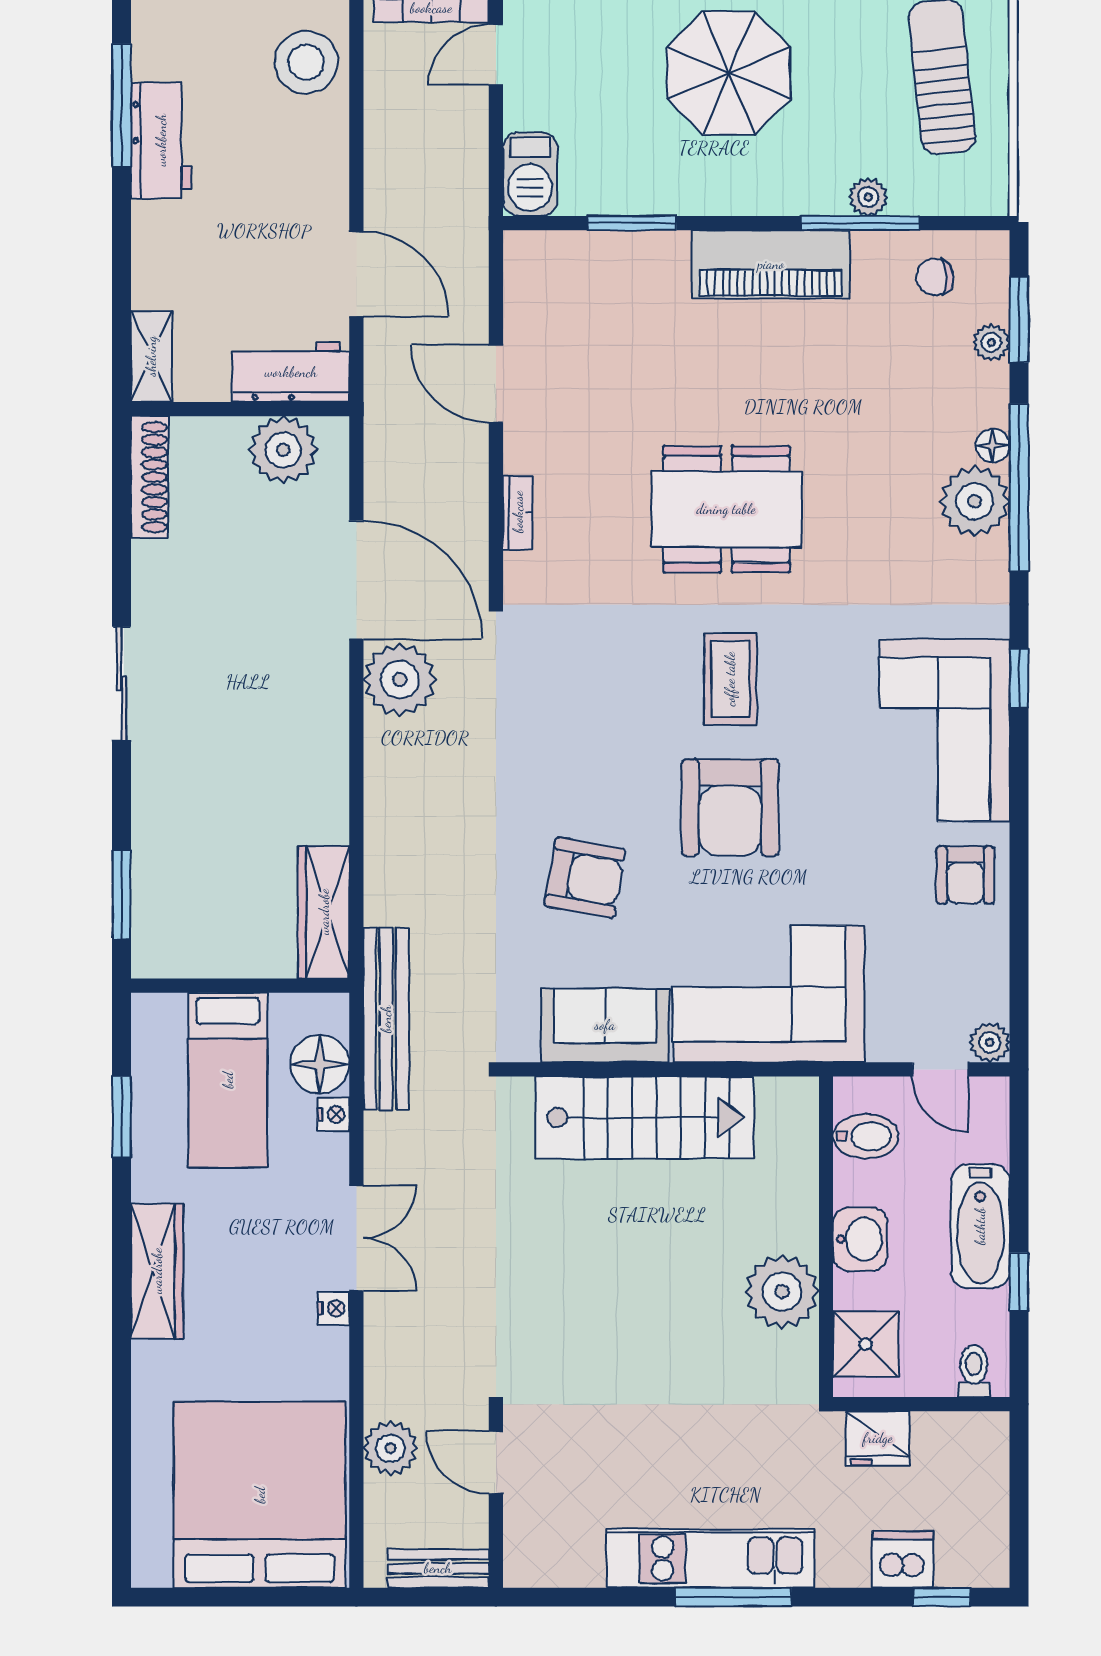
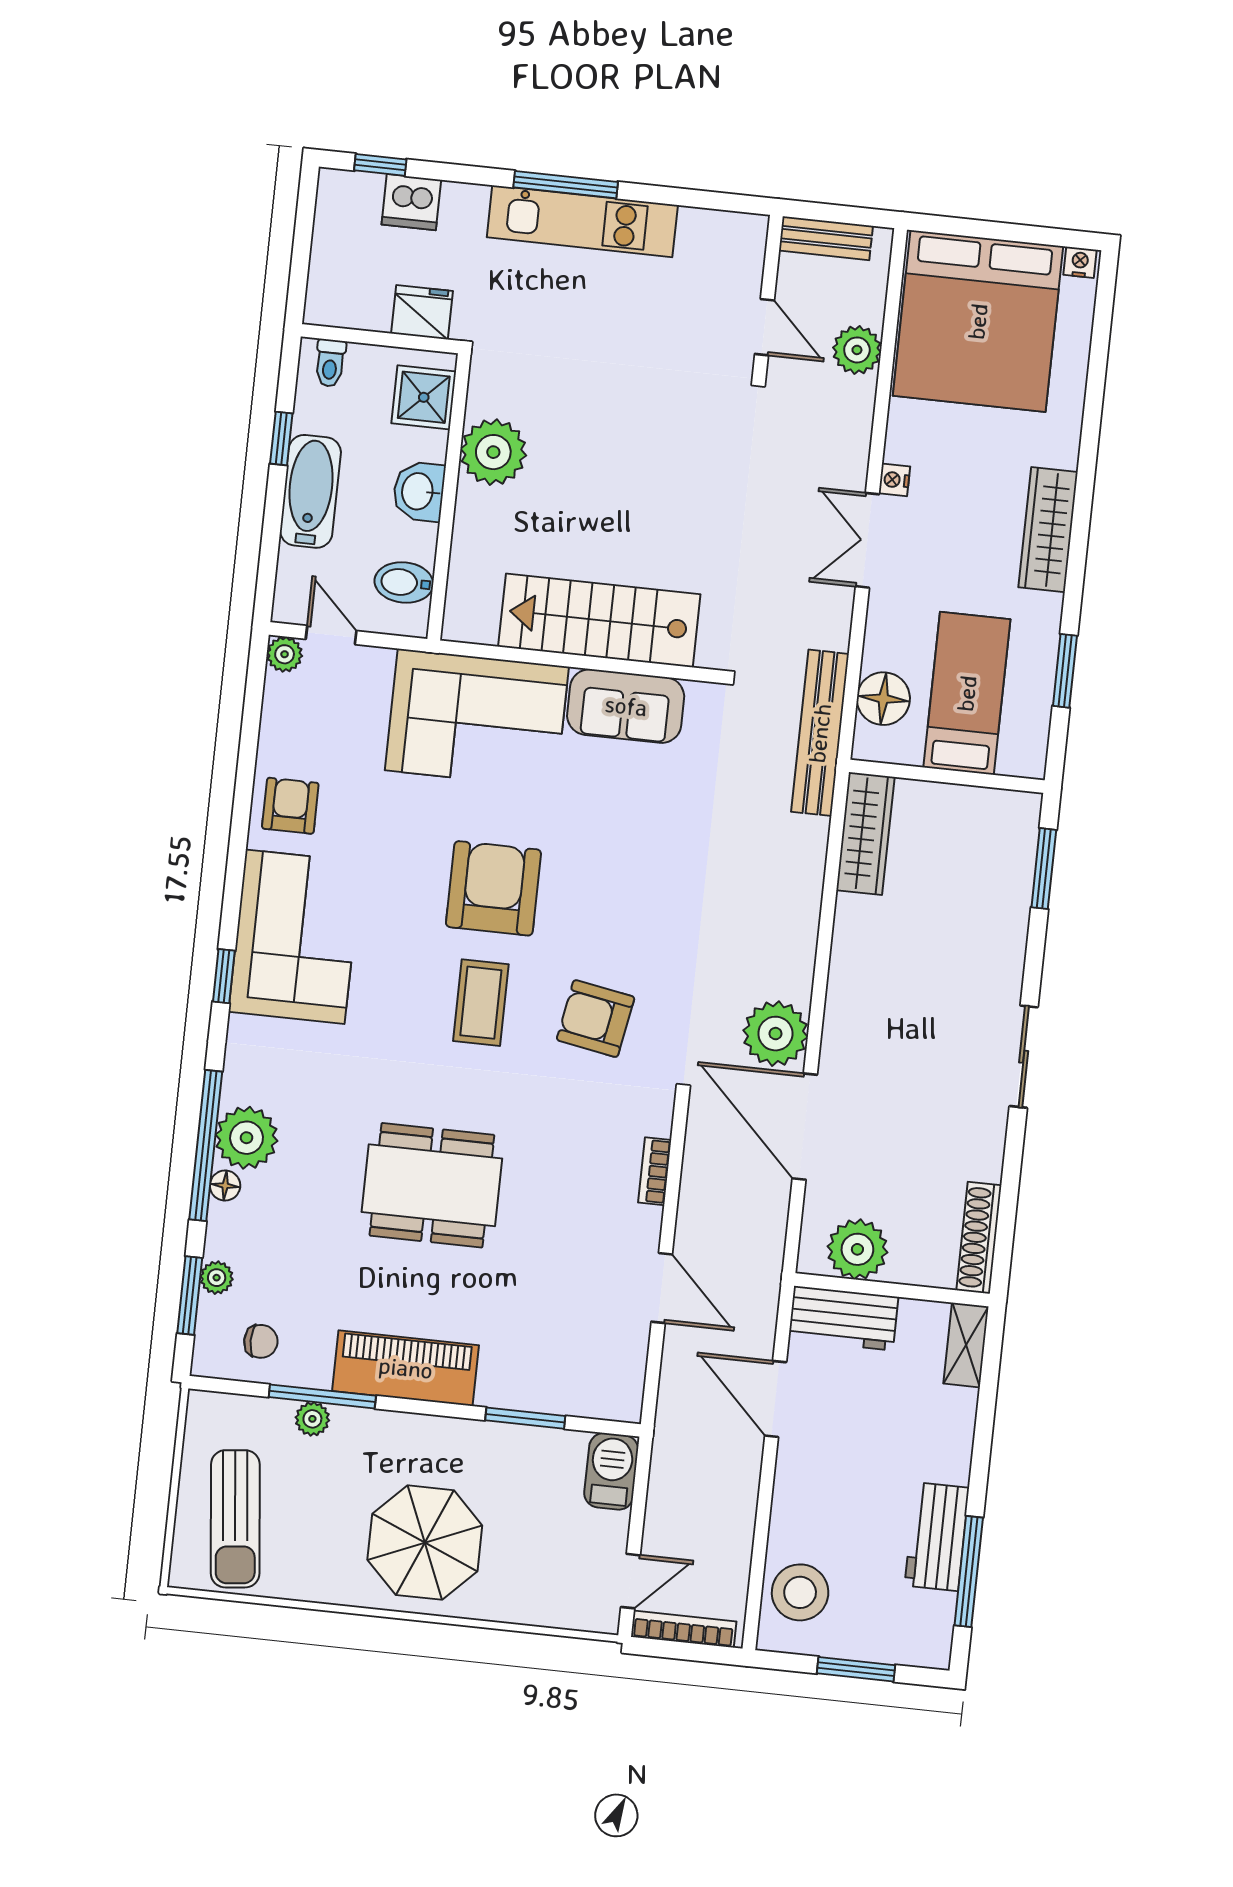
dining table: (726, 509) -> (432, 1185), moved
armchair: (585, 878) -> (596, 1019), moved
nightstand: (333, 1114) -> (1080, 262), moved, turned 90

